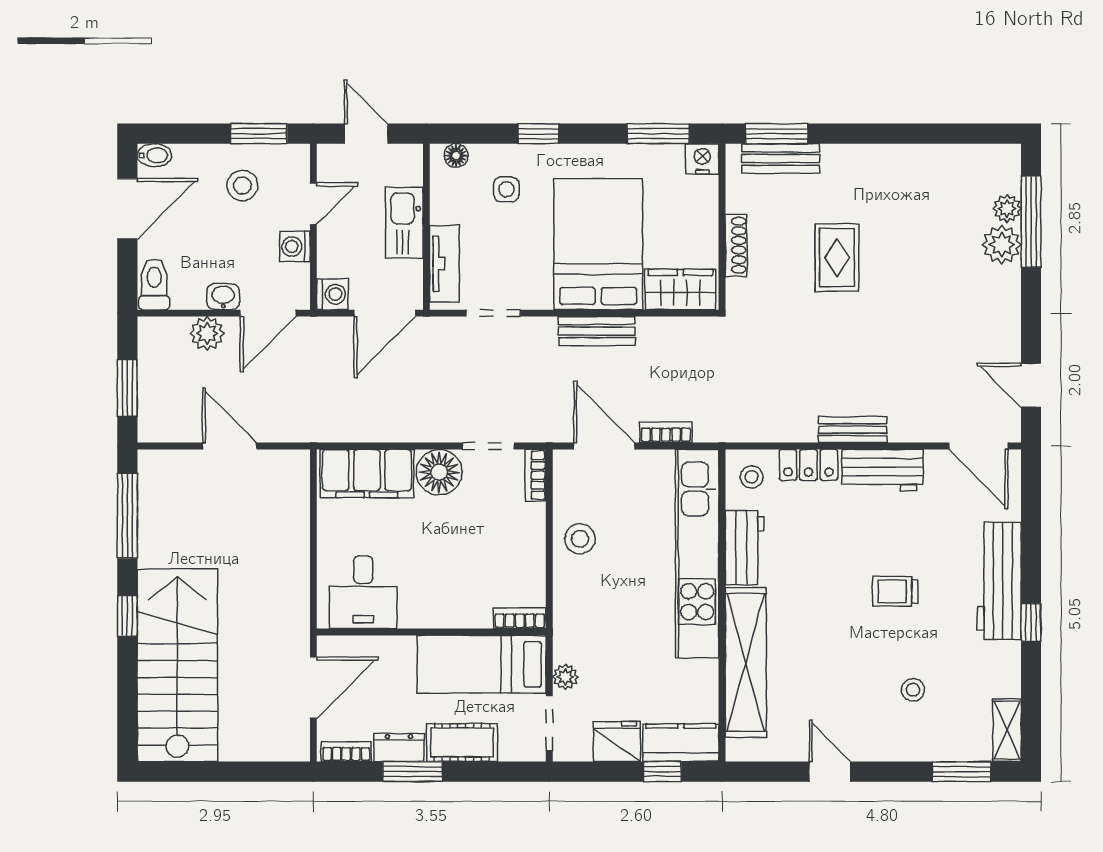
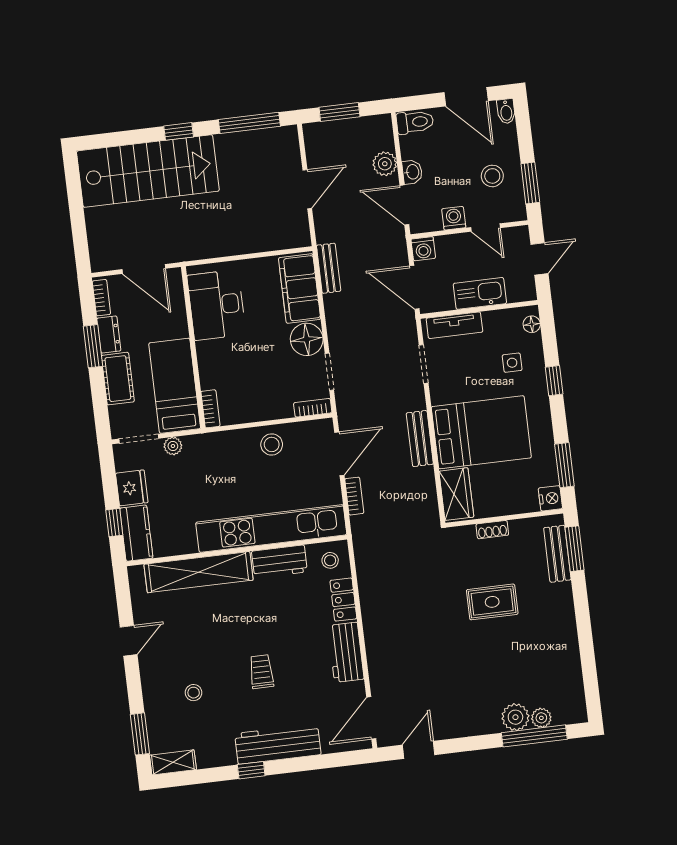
shoe rack: (736, 245) -> (492, 530), width x0.70
bench: (853, 430) -> (329, 268), moved
desk: (363, 592) -> (216, 305), width x1.37

